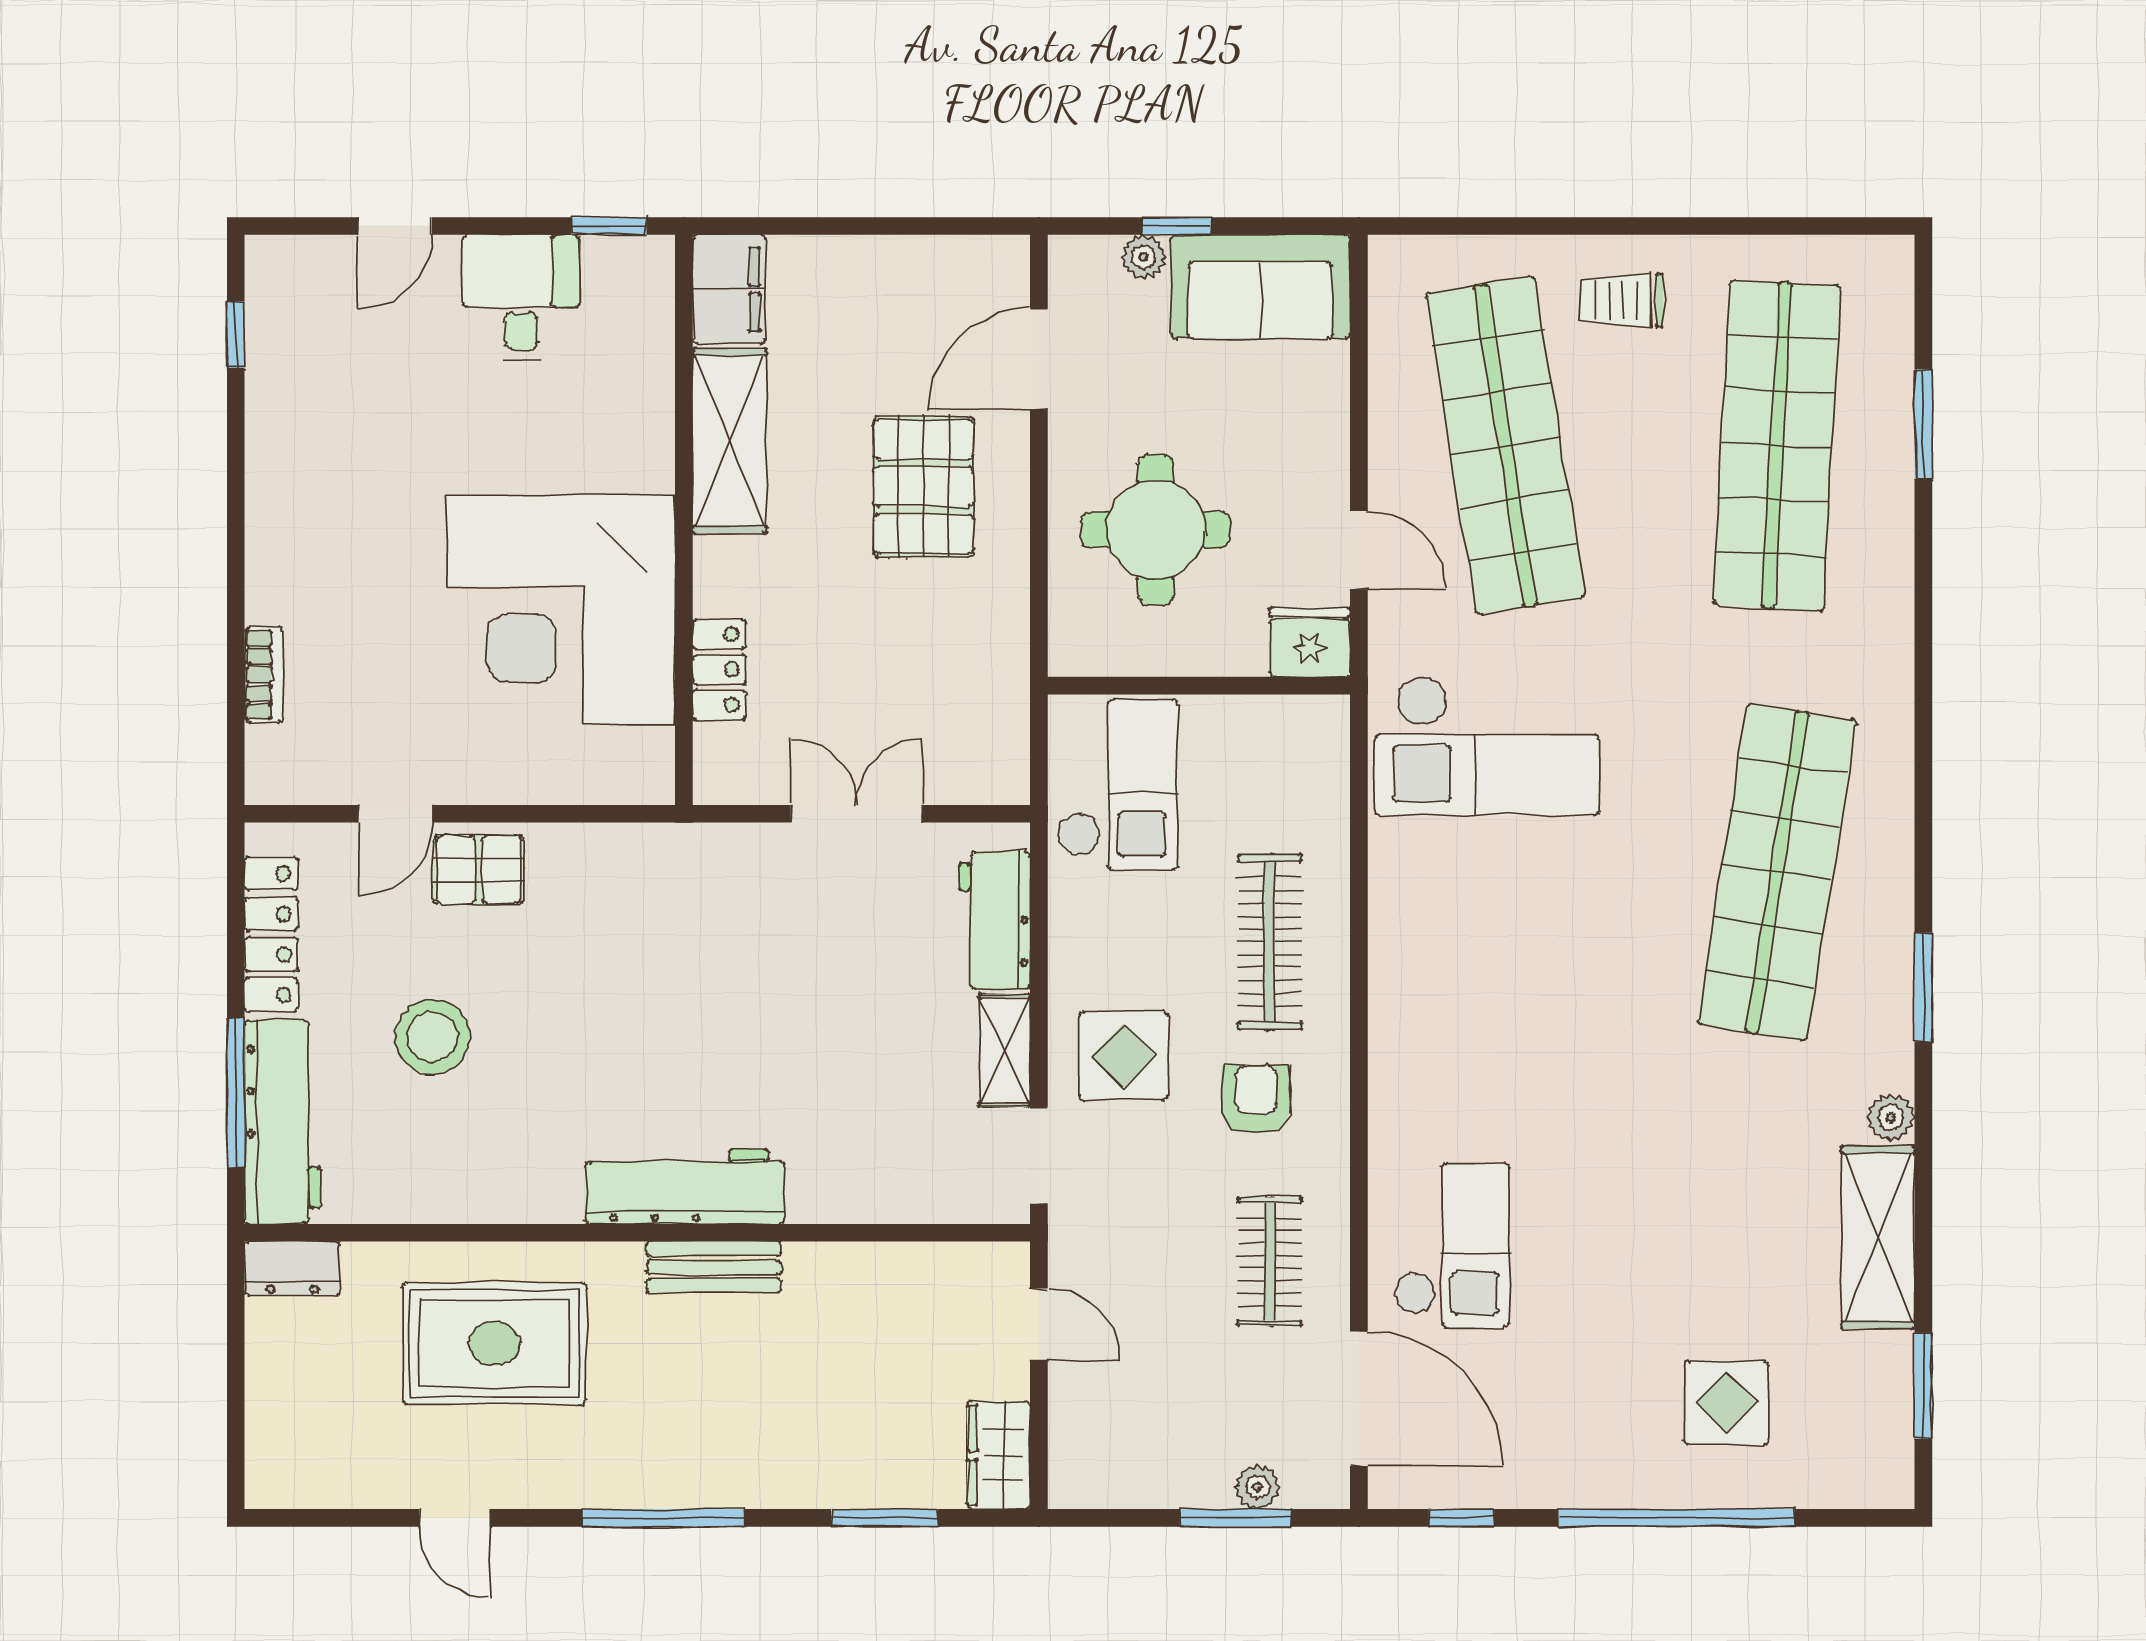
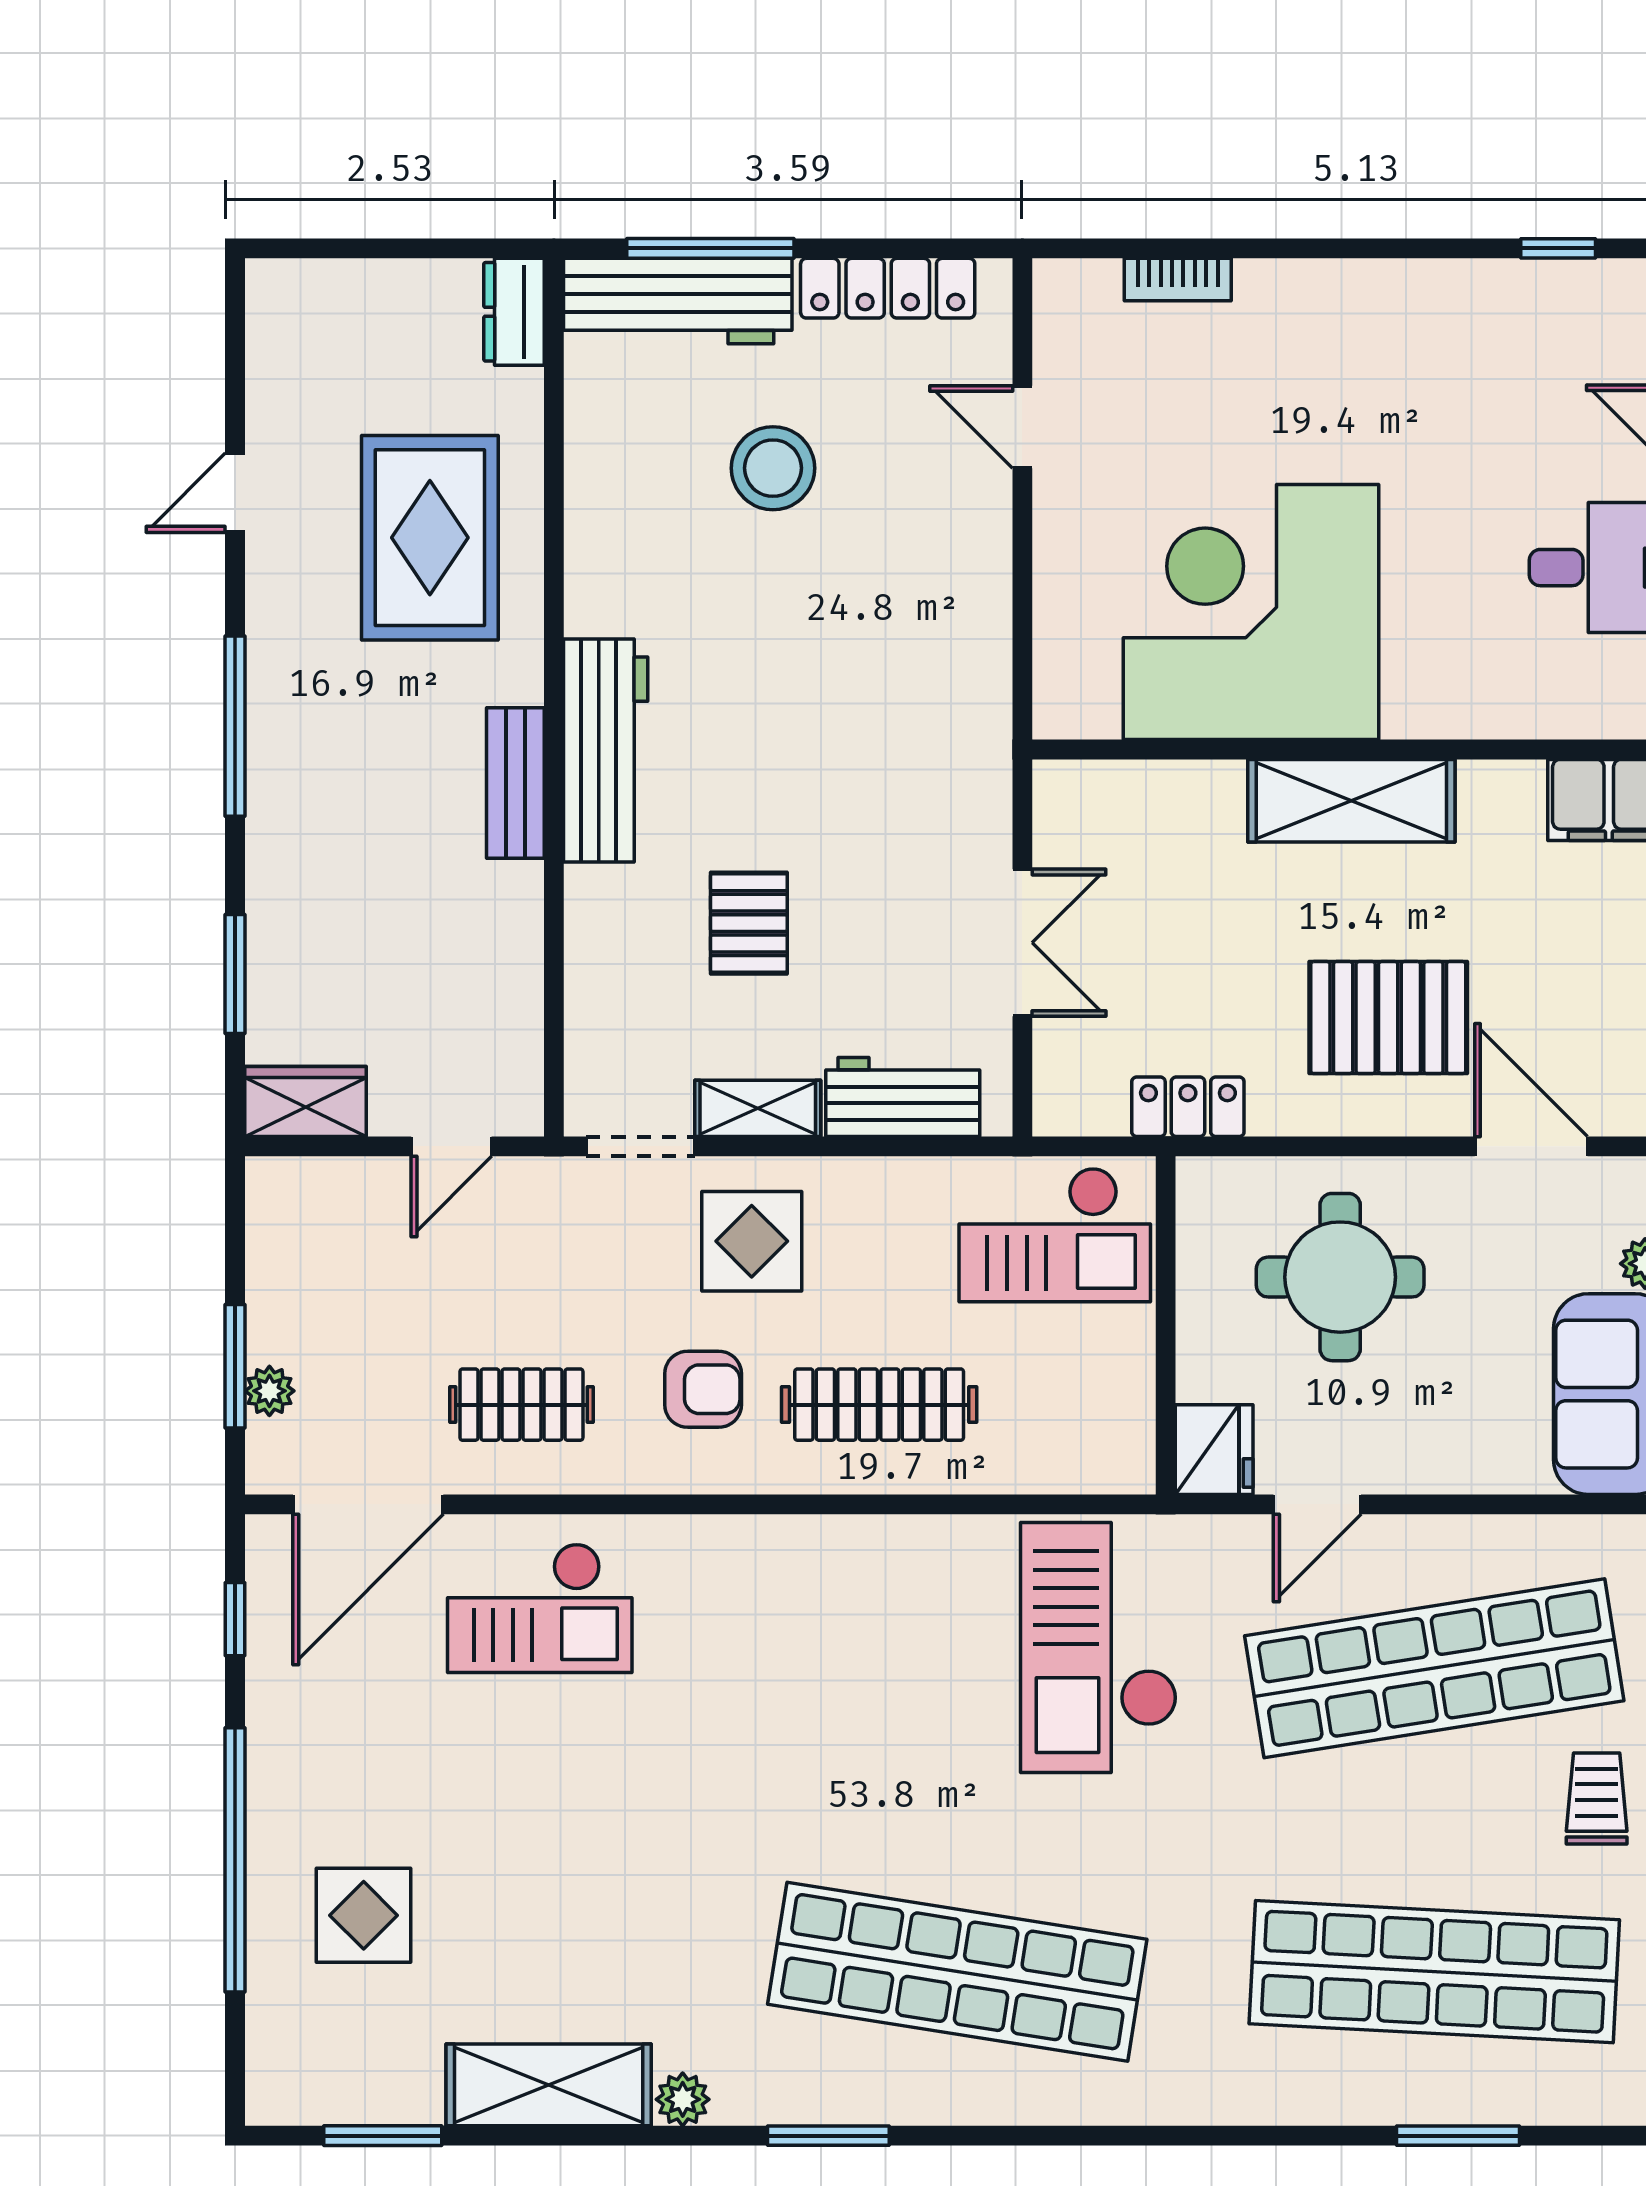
shelving: (730, 441) -> (1351, 801), moved
locker: (719, 670) -> (1188, 1107), moved, turned 180
pallet: (479, 870) -> (749, 923), moved

